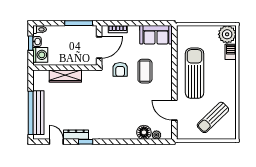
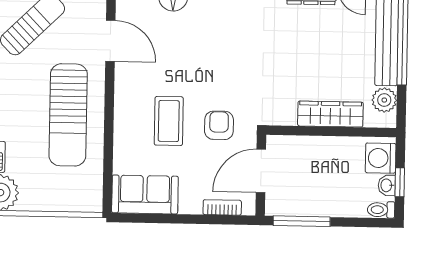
plant: (39, 83) -> (384, 100), added

